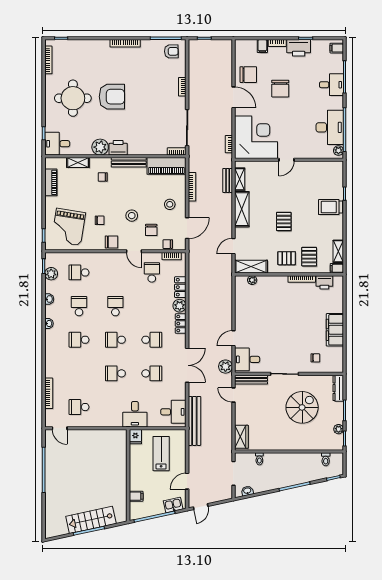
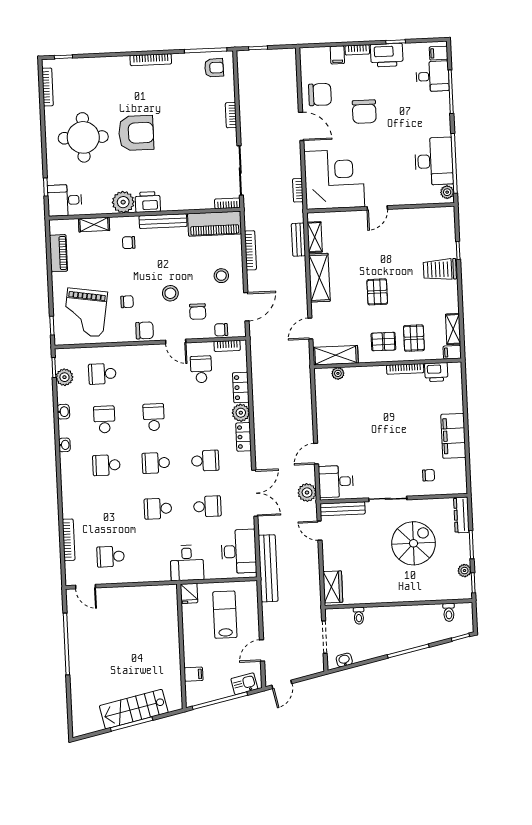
desk: (331, 85) -> (432, 76), moved
desk: (173, 412) -> (239, 551), width x1.37

